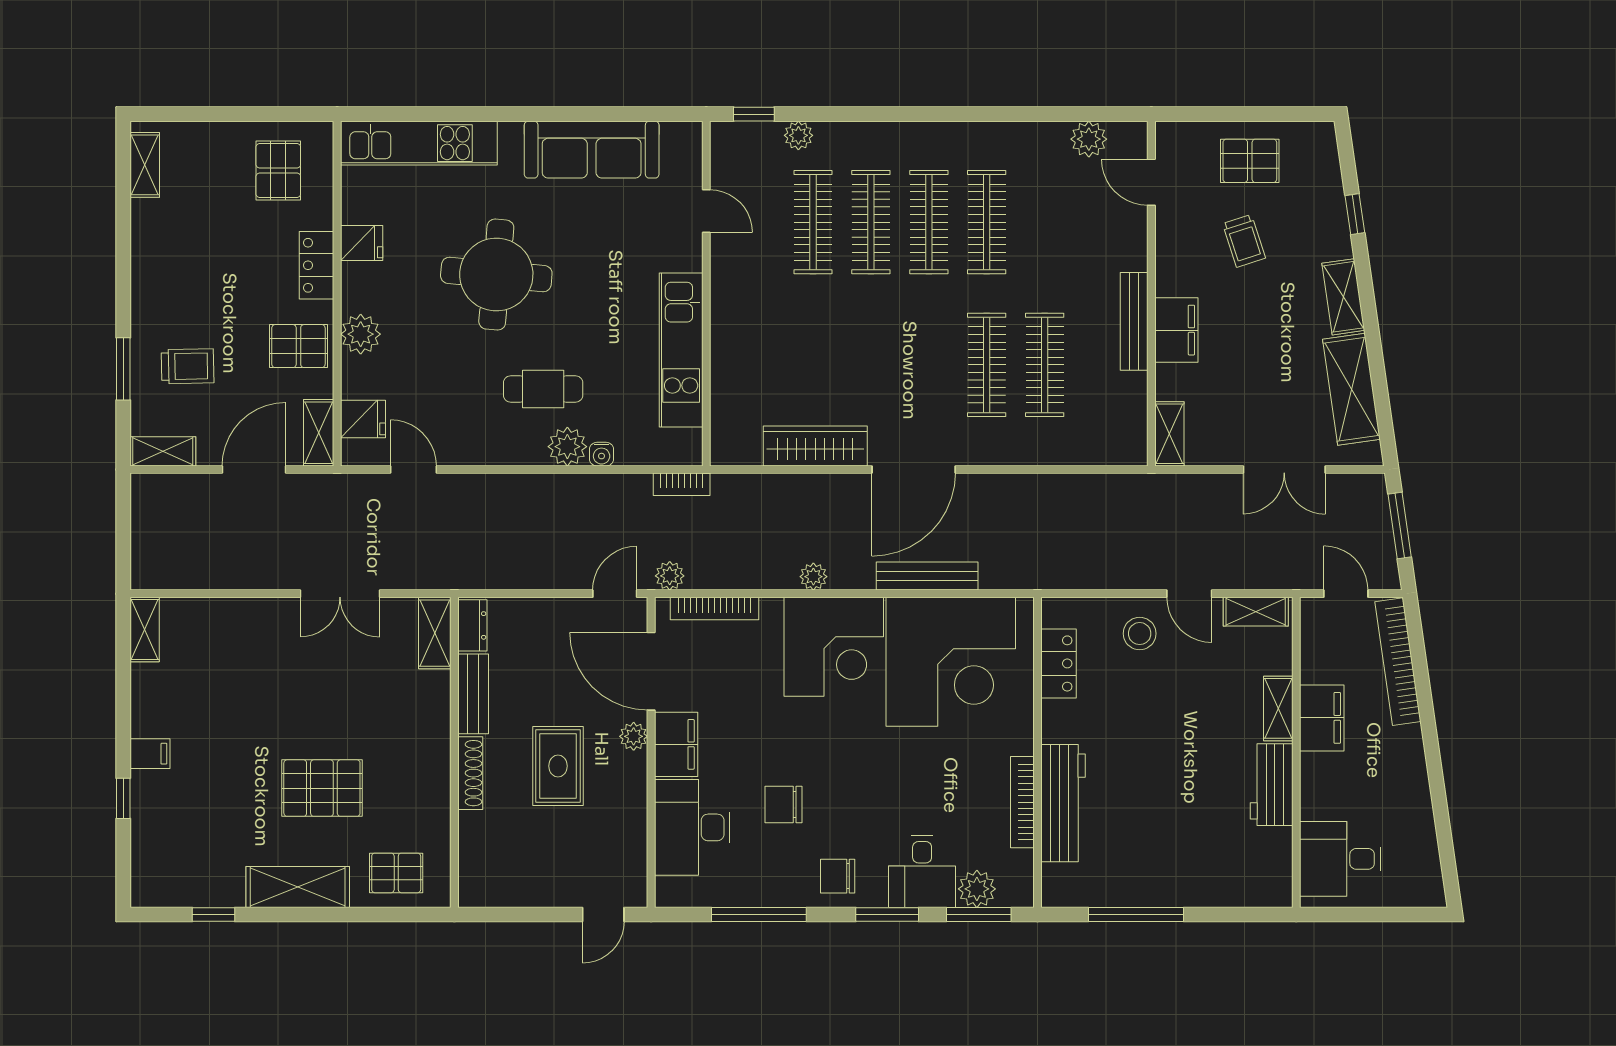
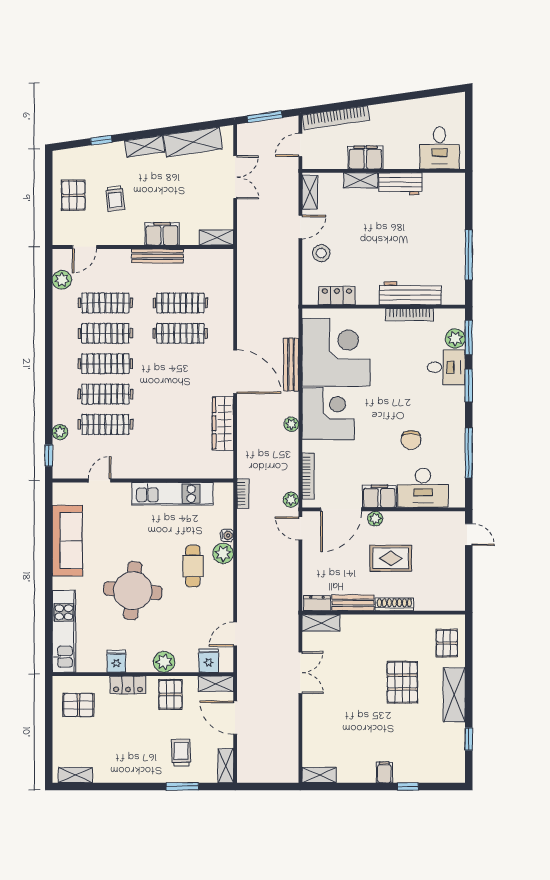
clothes rail: (1045, 222) -> (105, 303), added
trolley: (1244, 241) -> (115, 198), turned 102
chair: (838, 876) -> (448, 412), removed

